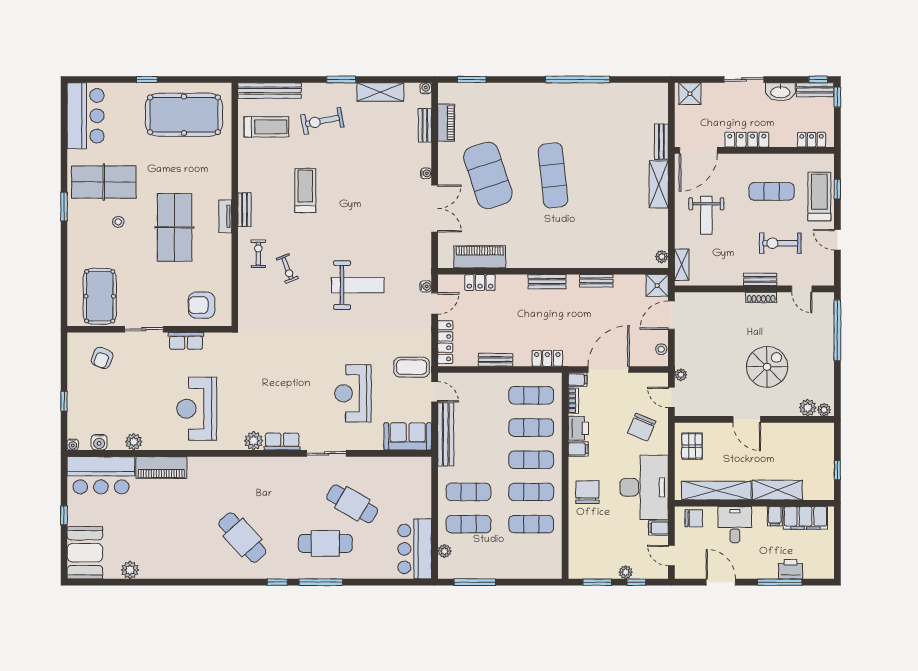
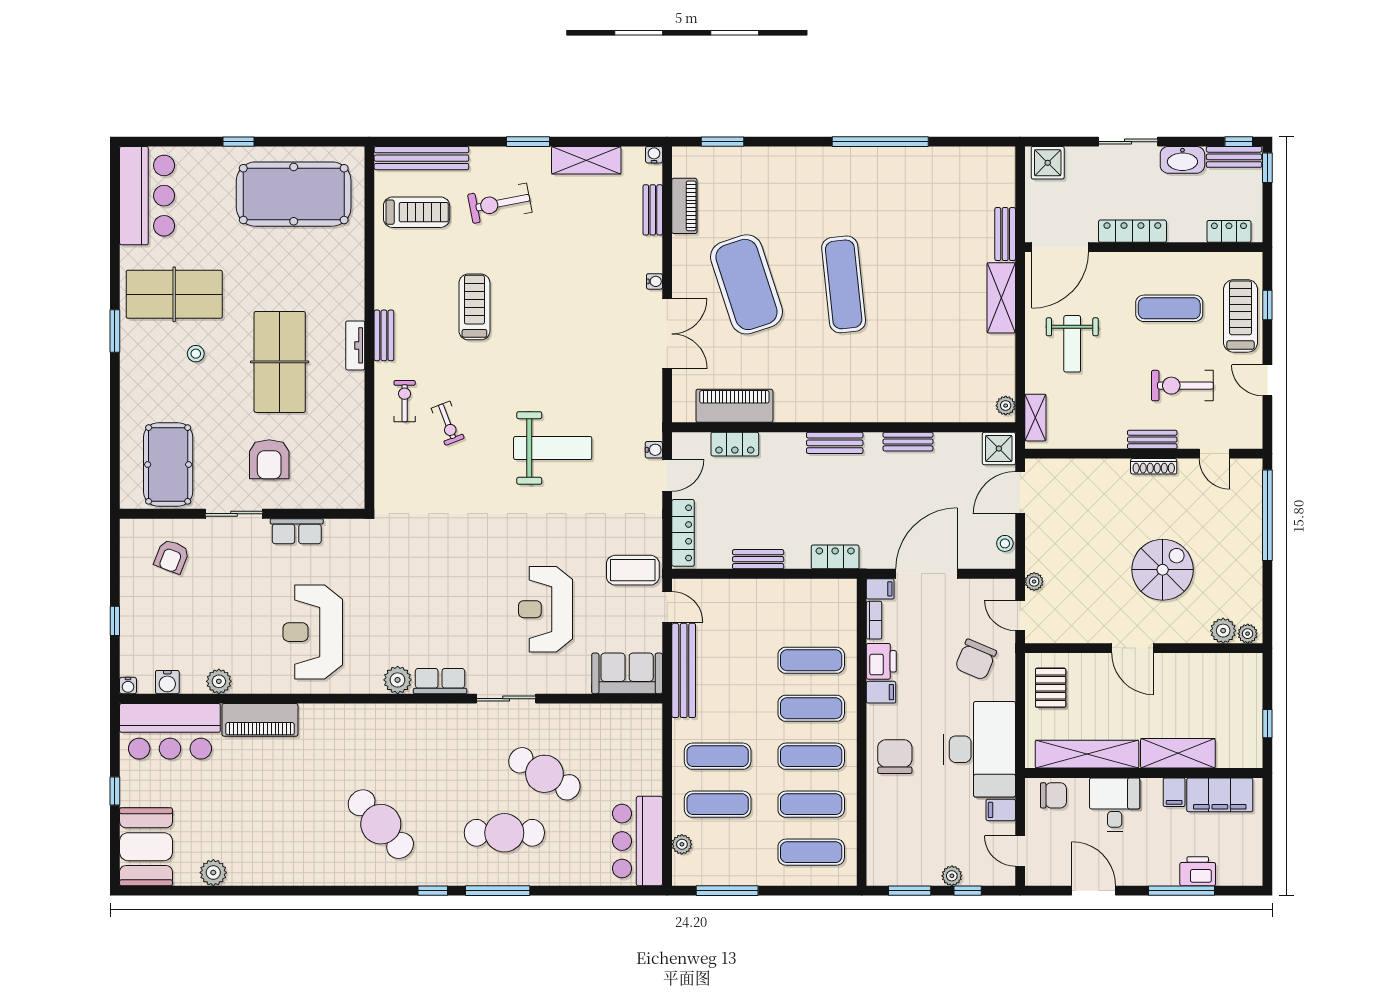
armchair: (202, 305) -> (269, 459), moved, turned -90
exercise mat: (531, 395) -> (811, 852), moved

